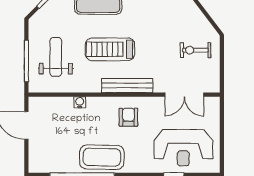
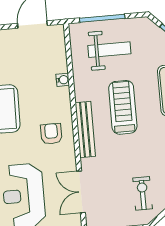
exercise bike: (195, 50) -> (143, 193), moved
armchair: (128, 117) -> (51, 134), turned -90

